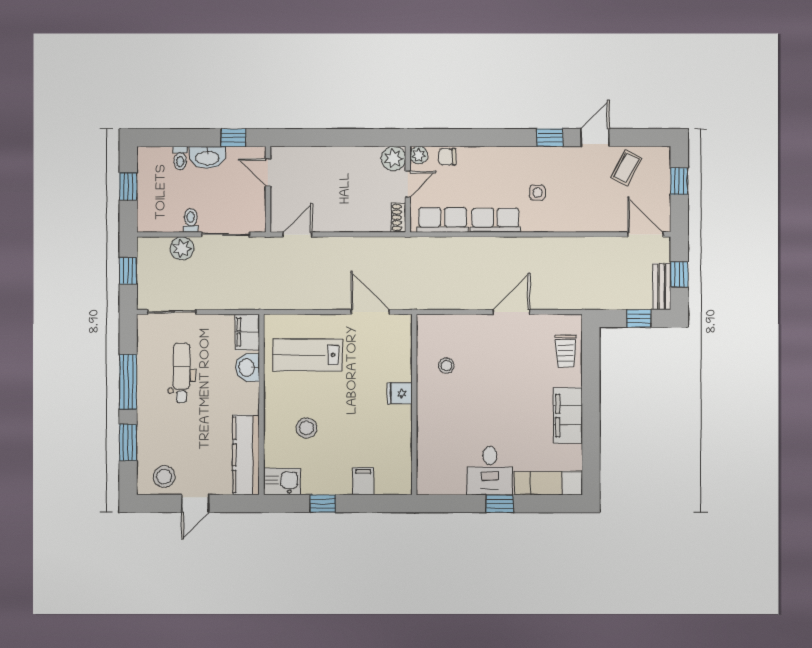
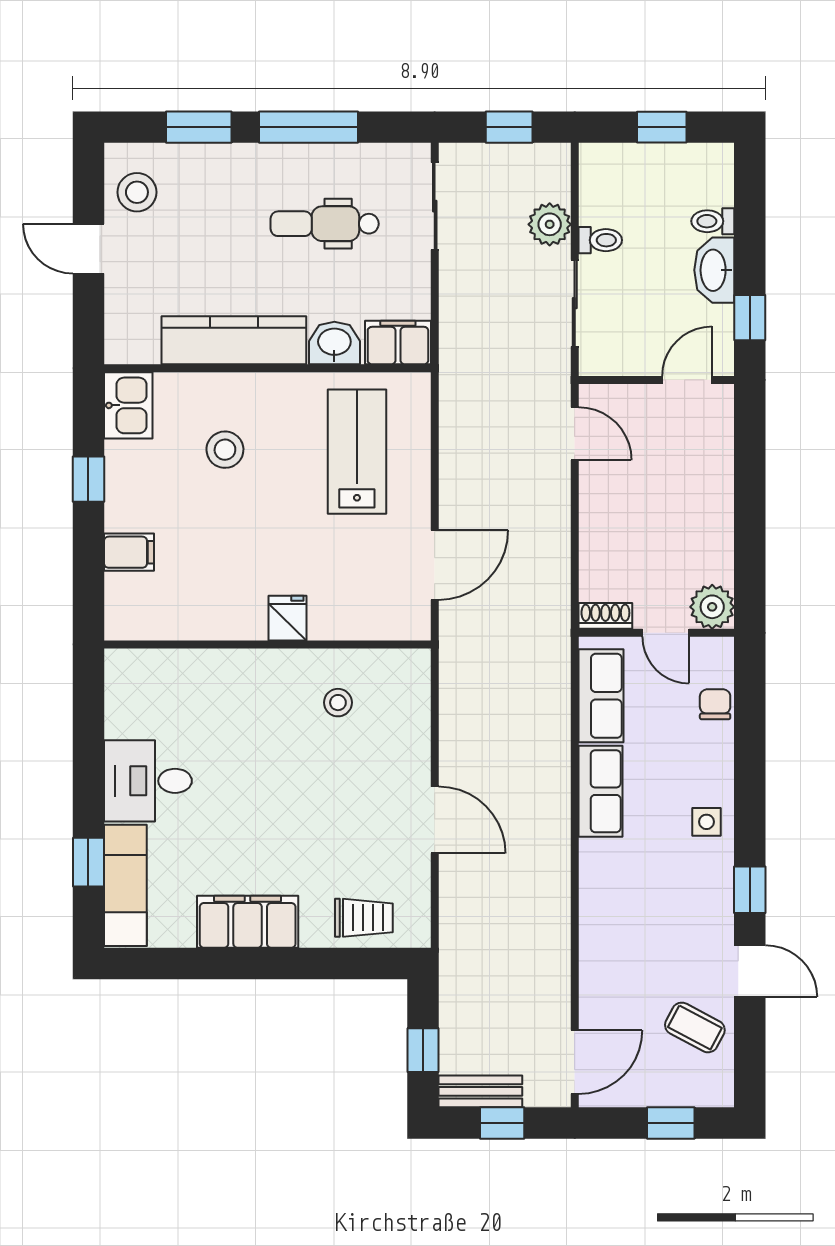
plant: (419, 155) -> (718, 653), removed
side table: (537, 193) -> (707, 822), moved
trolley: (566, 351) -> (364, 918), turned 180
dental chair: (182, 373) -> (325, 224), turned 180
kitchen counter: (246, 455) -> (234, 340), moved
window: (500, 504) -> (88, 862), moved

